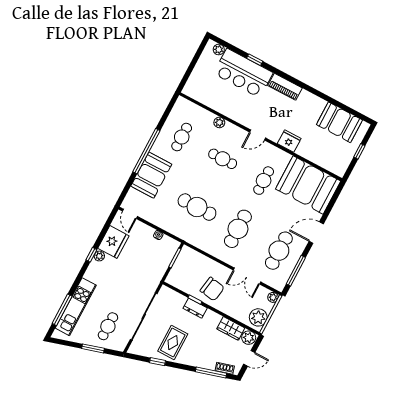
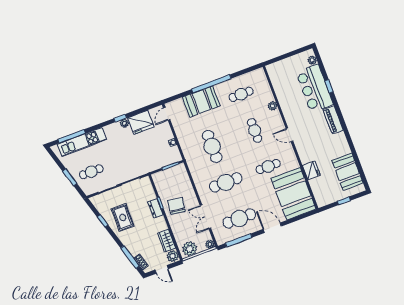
fridge: (289, 141) -> (311, 170), moved
chair: (212, 289) -> (177, 206), turned 180
rug: (173, 343) -> (123, 217), turned 90

